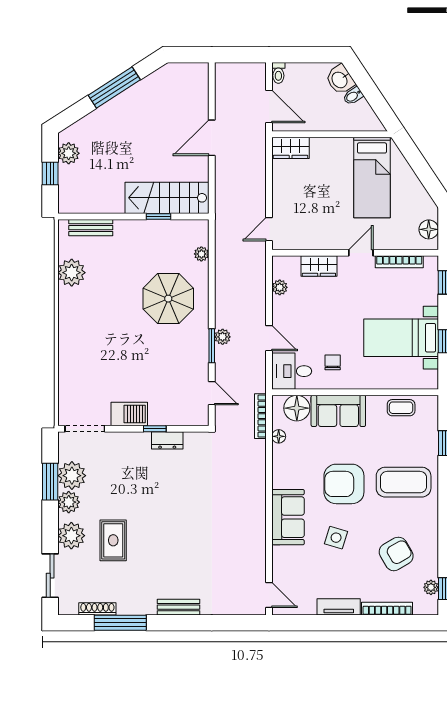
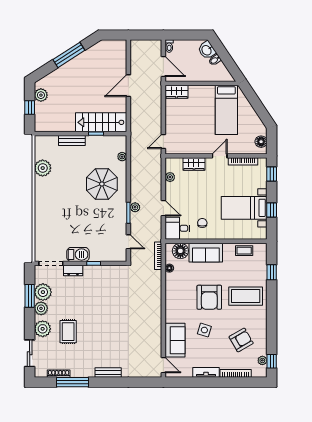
bench: (91, 228) -> (72, 141), moved
dresser: (167, 440) -> (73, 271), moved
armchair: (344, 484) -> (209, 297), turned -90
sofa: (288, 517) -> (175, 340), moved

